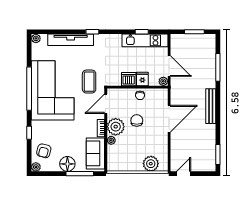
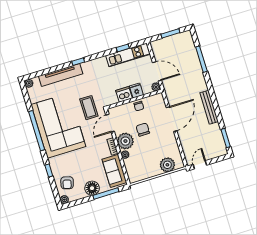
bench: (211, 106) -> (209, 107), moved

